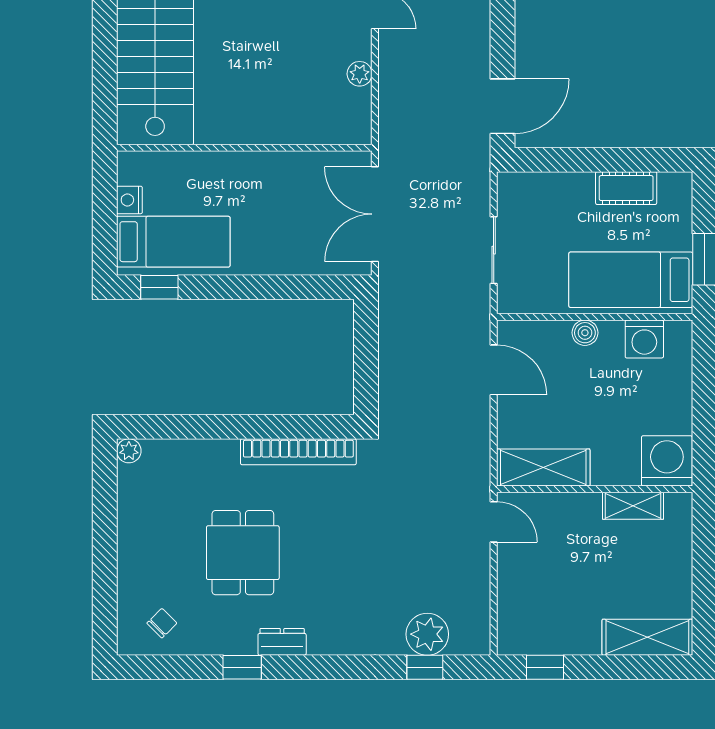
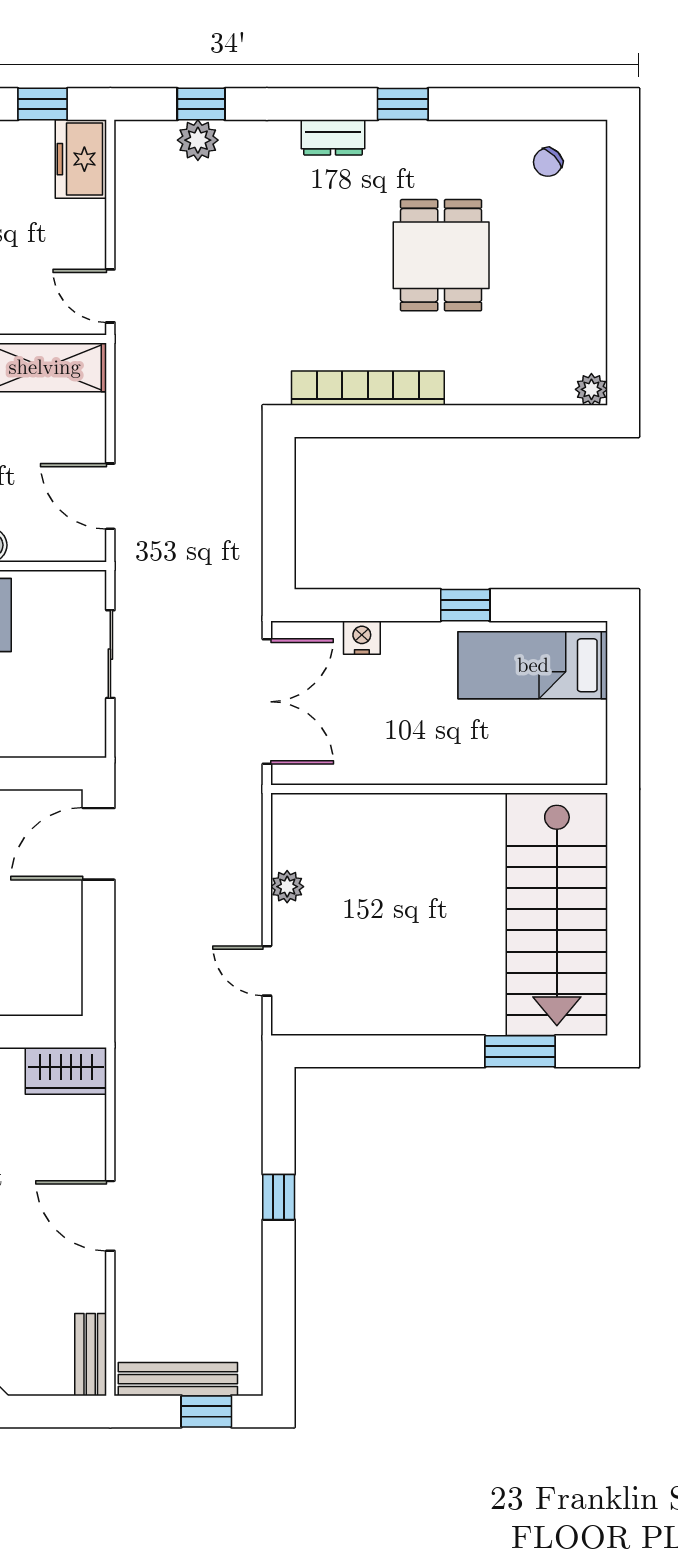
nightstand: (129, 200) -> (362, 638), moved, turned -90
window: (159, 287) -> (465, 605), moved
freezer: (516, 626) -> (81, 159), added
plant: (427, 634) -> (198, 140), width x0.73, depth x0.73
dresser: (282, 642) -> (333, 137), moved
window: (242, 667) -> (403, 104), moved

